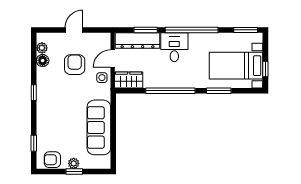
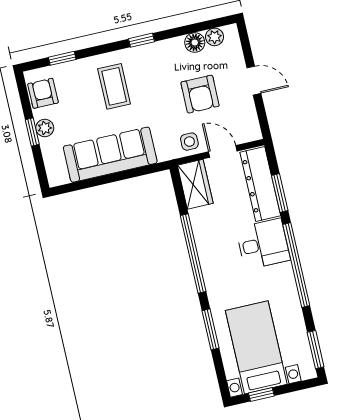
armchair: (75, 65) -> (200, 94), turned 90
coffee table: (58, 116) -> (114, 86), added

